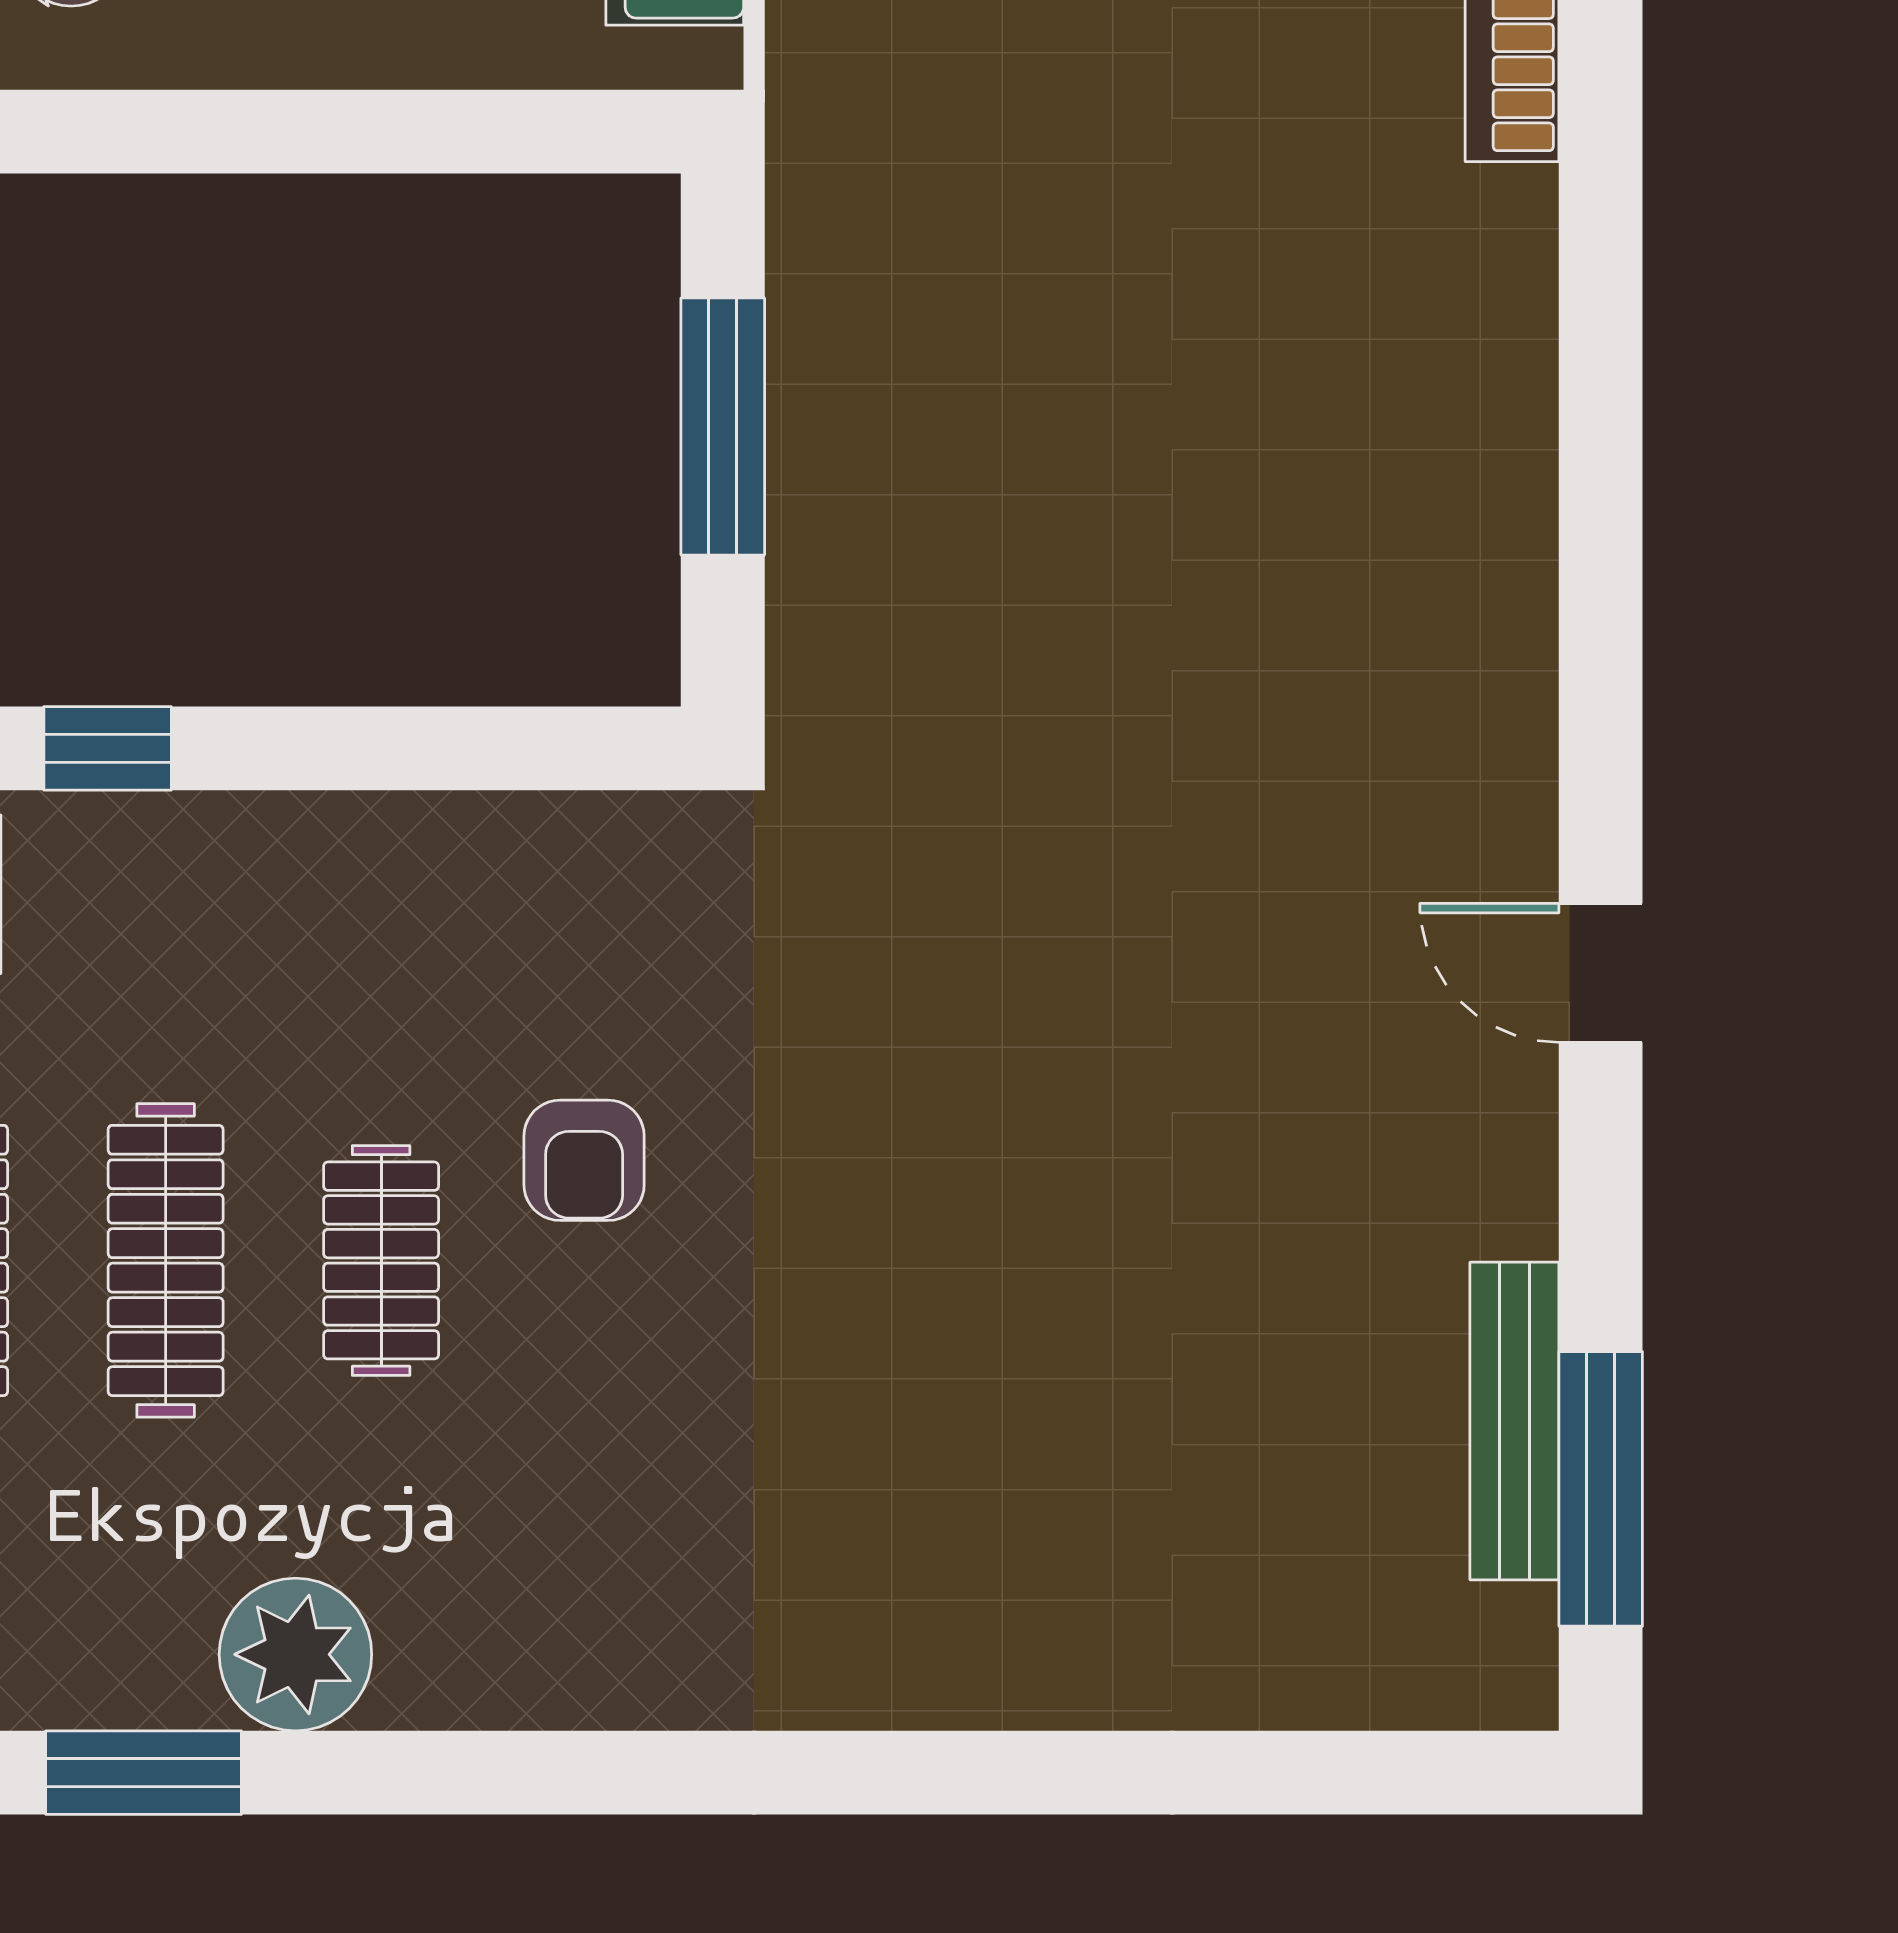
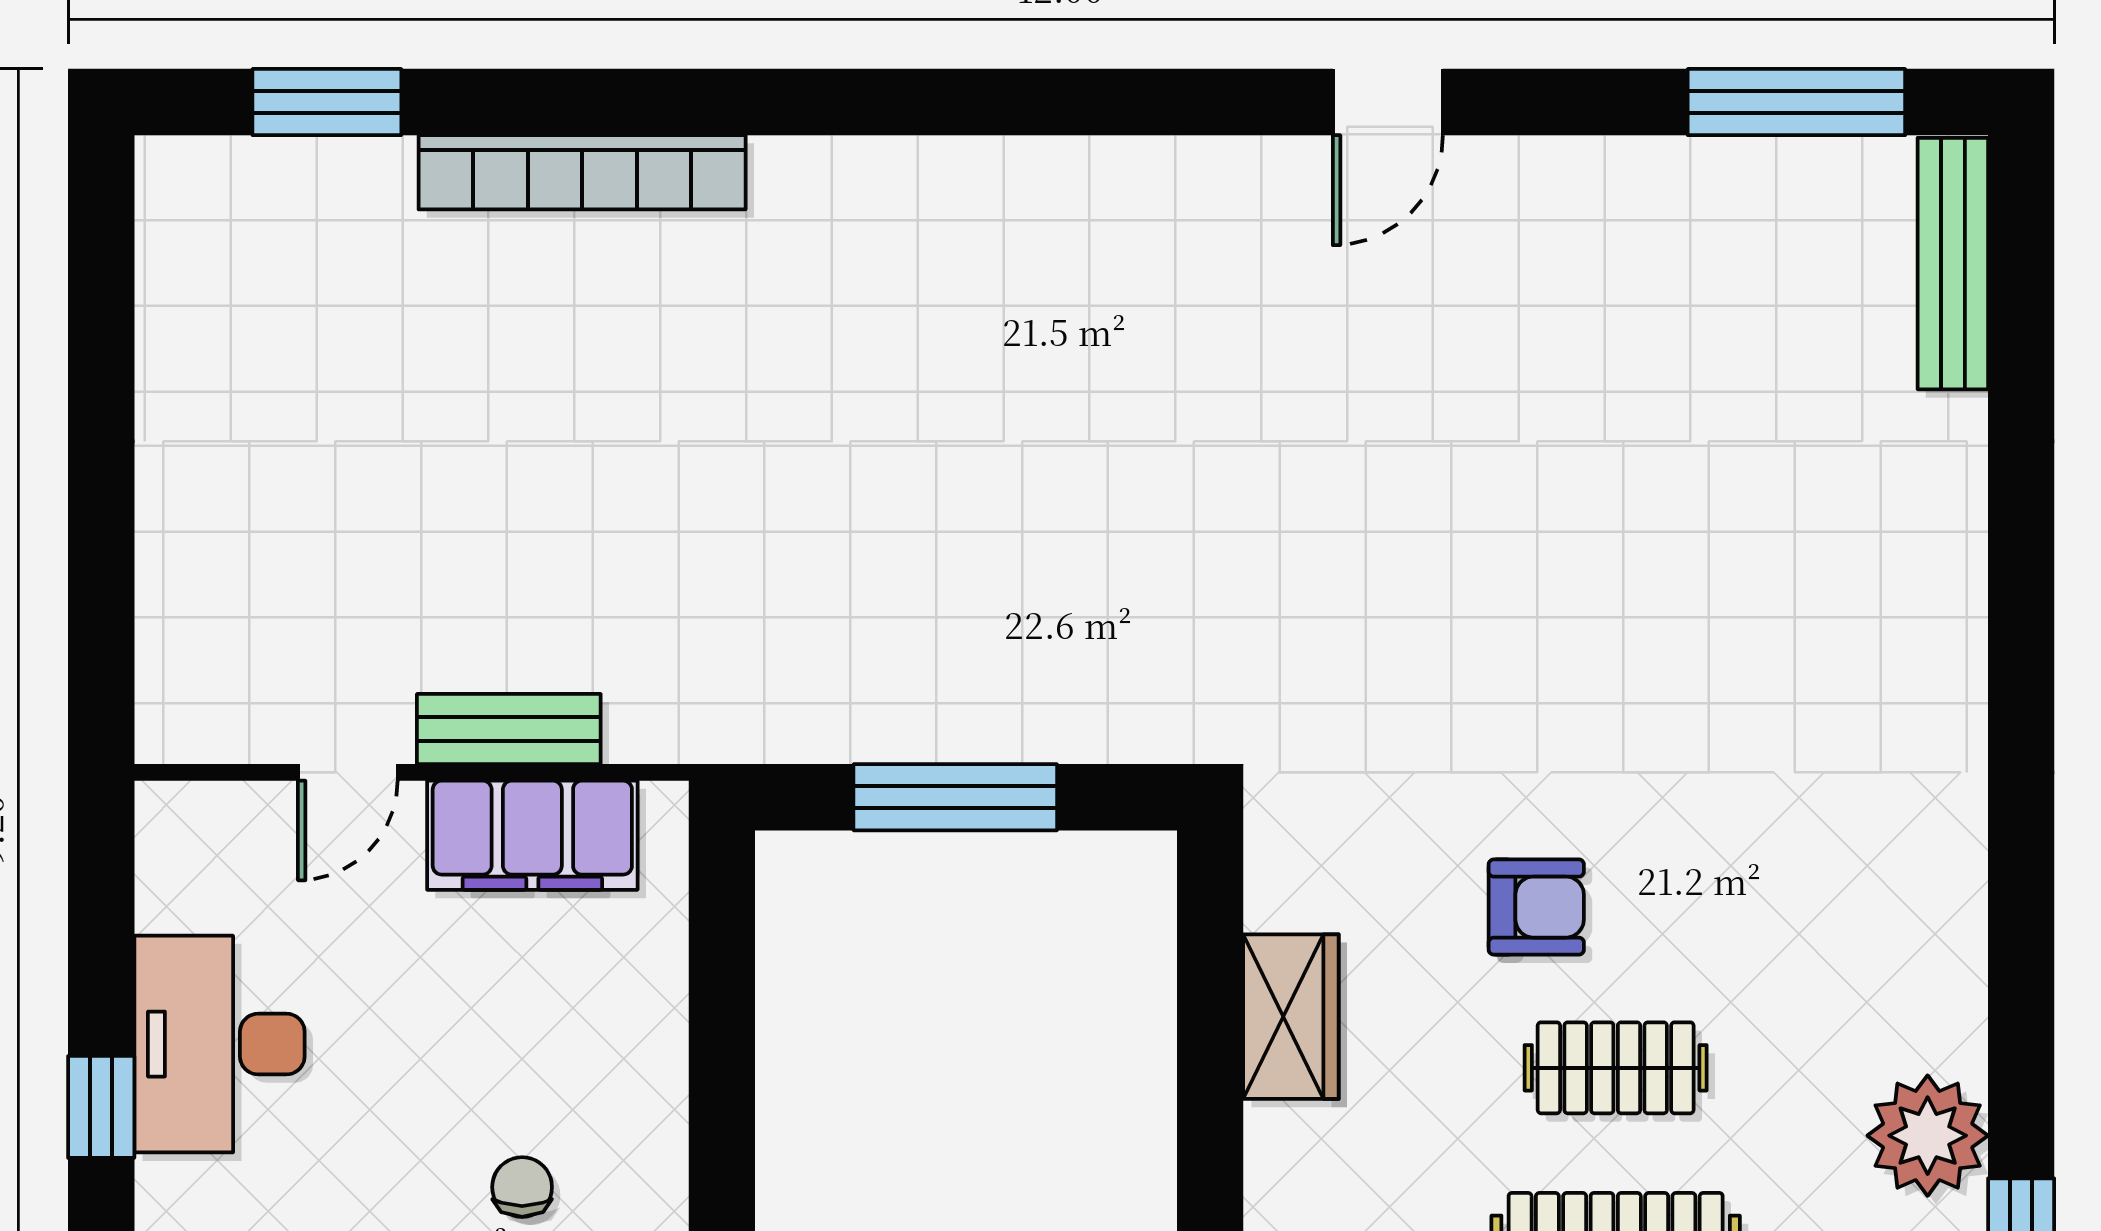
wardrobe: (446, 850) -> (1291, 1017), added
bench: (1514, 1421) -> (1953, 264), moved, turned 90

